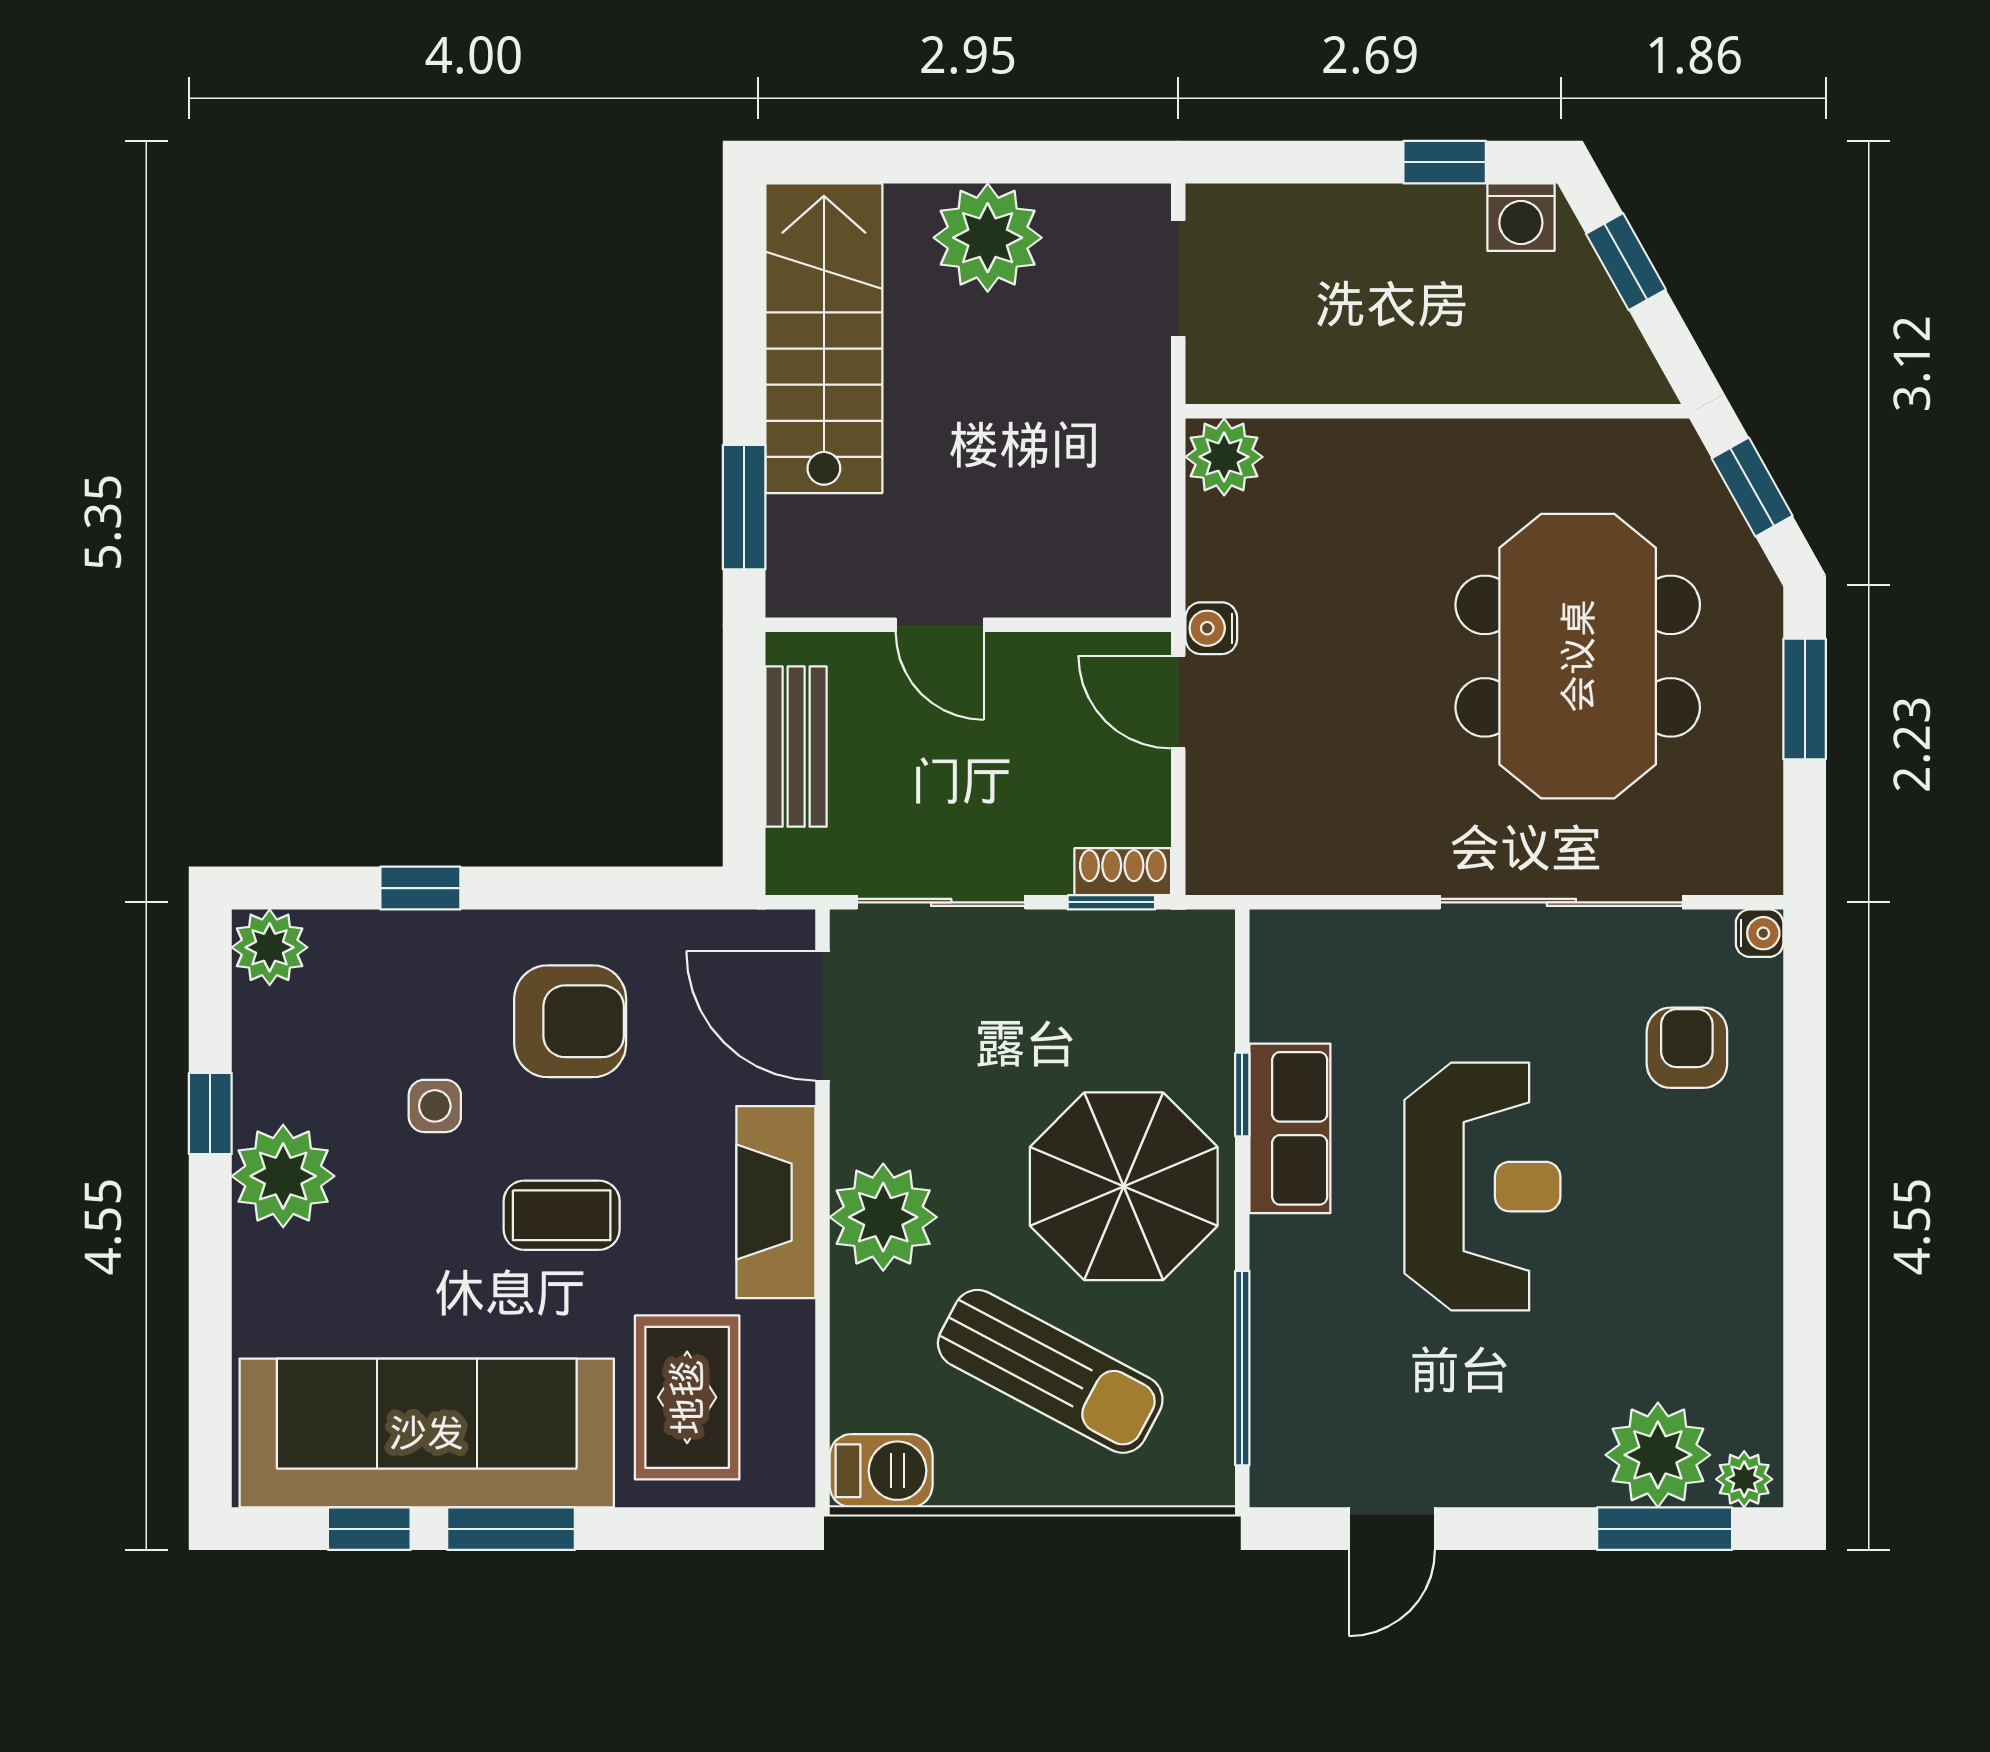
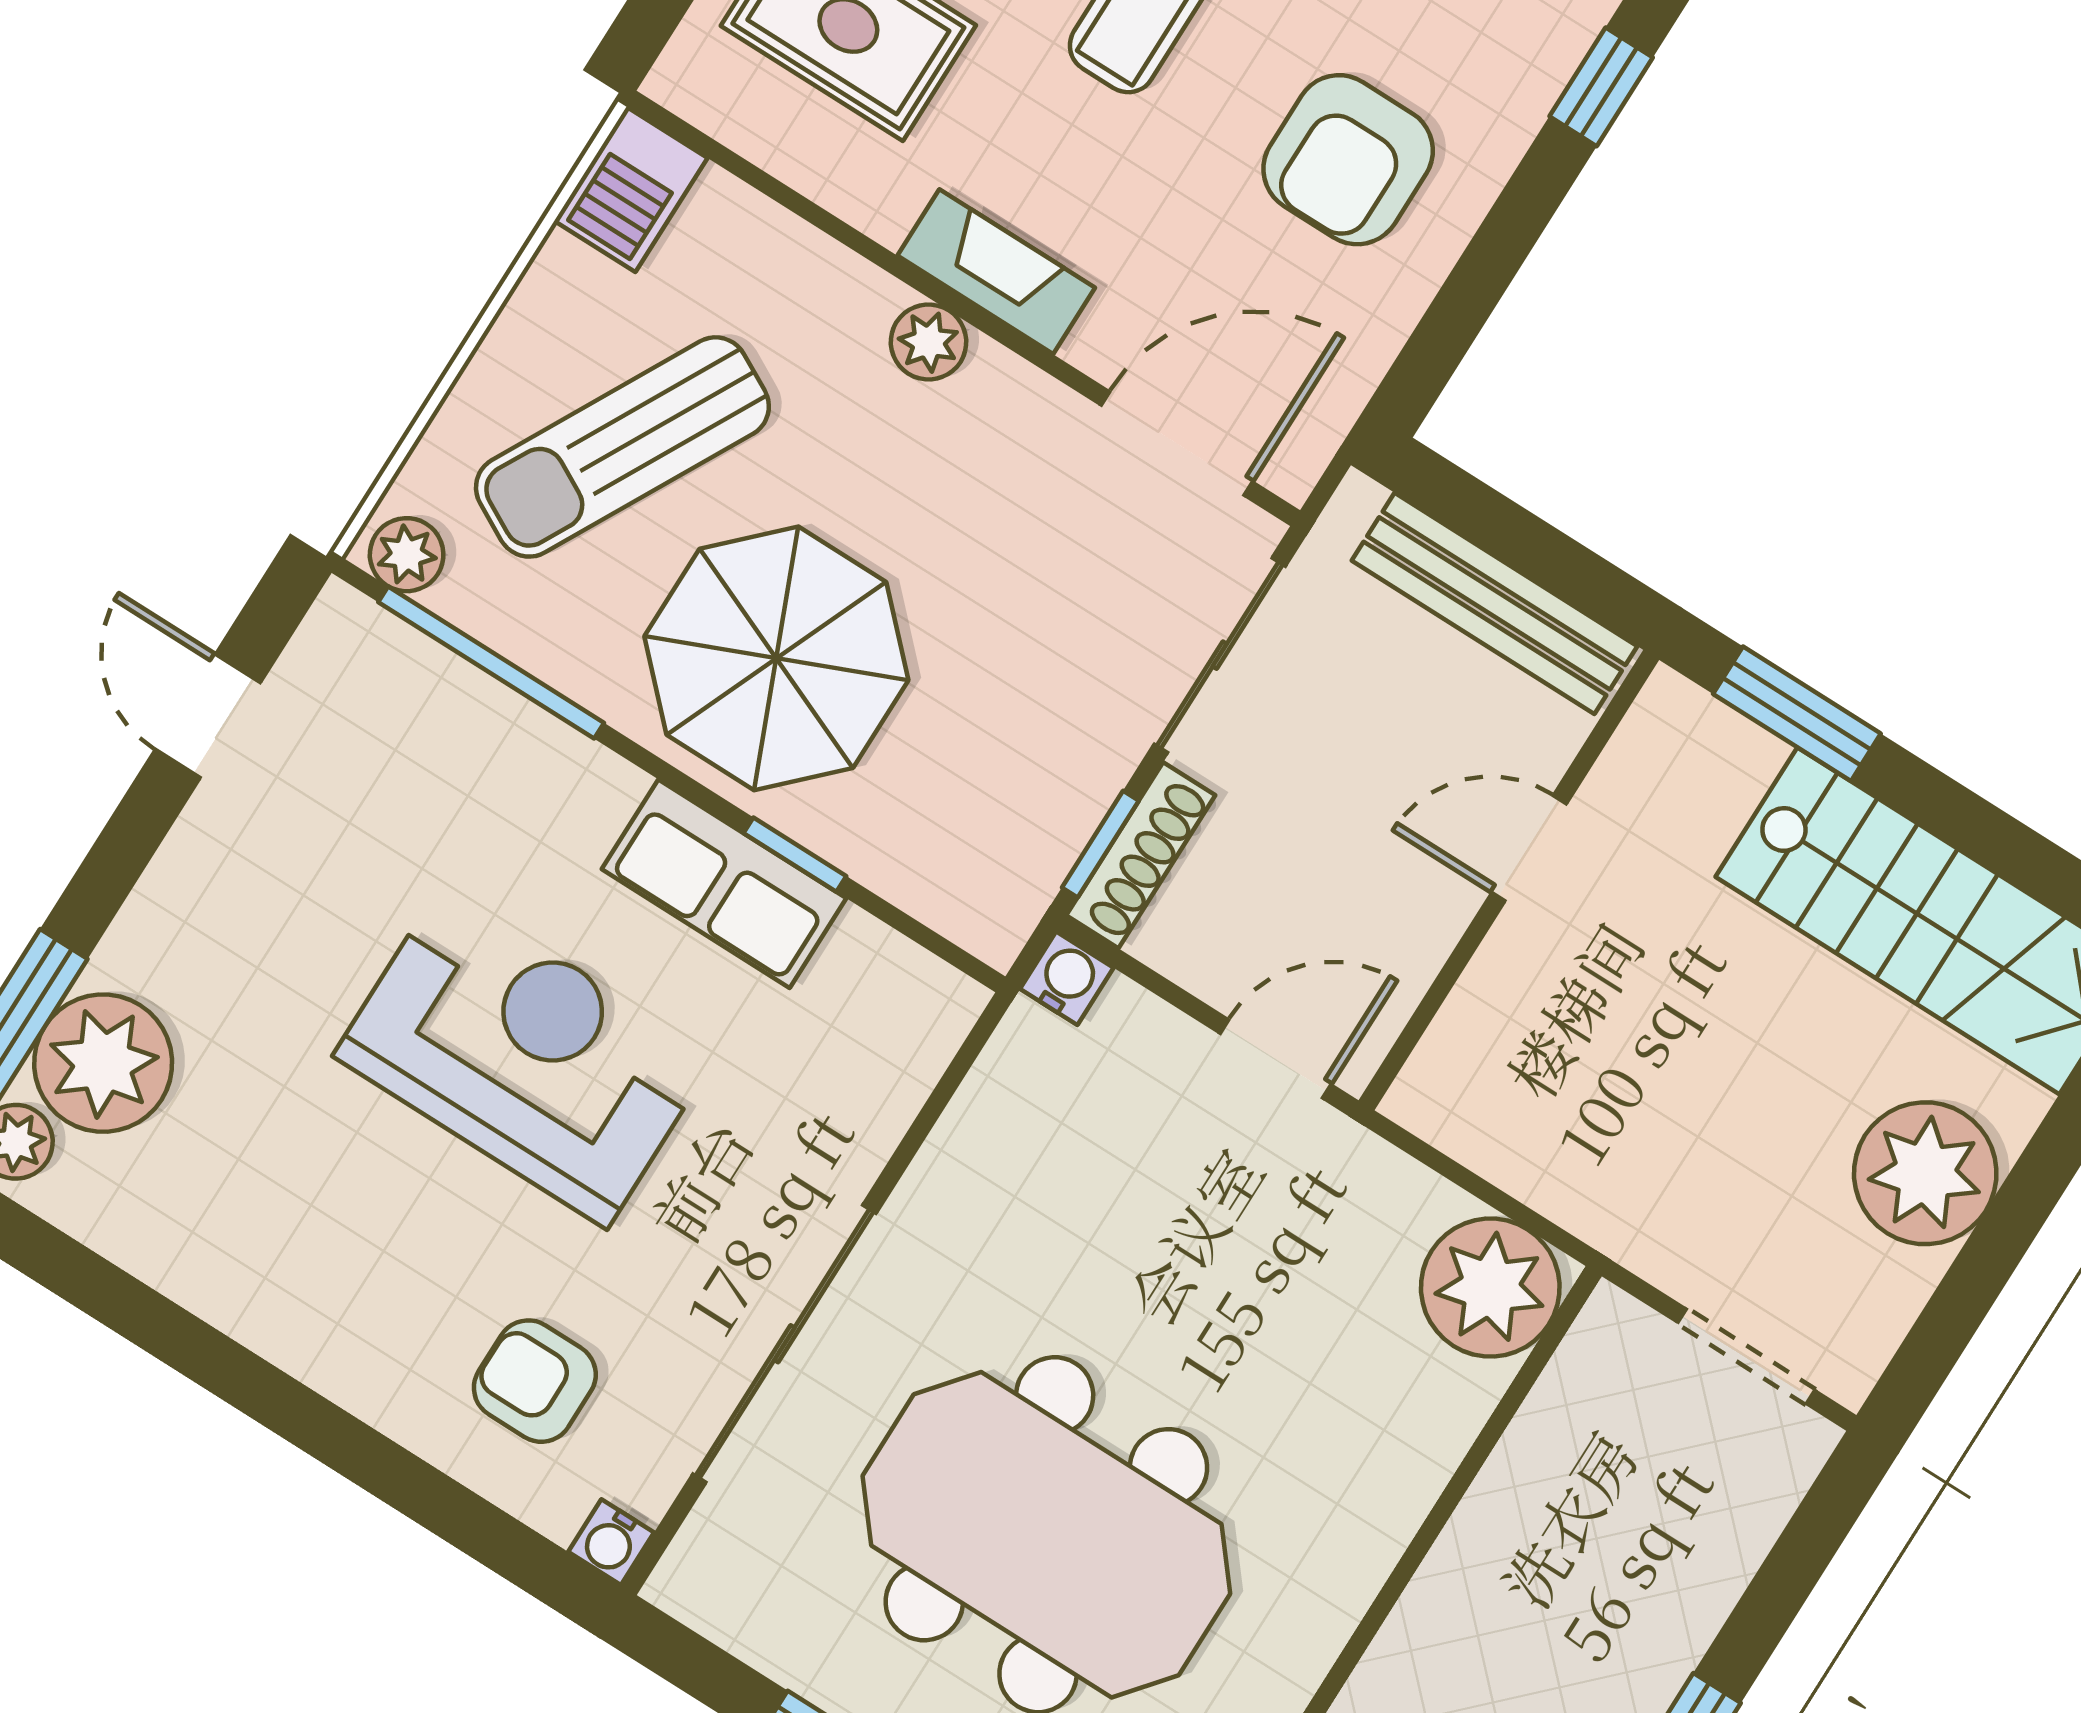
plant: (1224, 457) -> (1490, 1288), width x1.36, depth x1.36
water cooler: (1211, 628) -> (1067, 978), moved
bench: (796, 747) -> (1495, 603), width x1.36
shoe rack: (1123, 872) -> (1141, 855), width x1.43
armchair: (1687, 1048) -> (535, 1381), turned 180
reception desk: (1482, 1187) -> (524, 1057), turned 180
fireplace: (776, 1202) -> (996, 272), width x0.73, depth x0.76
plant: (883, 1217) -> (929, 342), width x0.53, depth x0.53
plant: (1207, 1466) -> (407, 555), added

